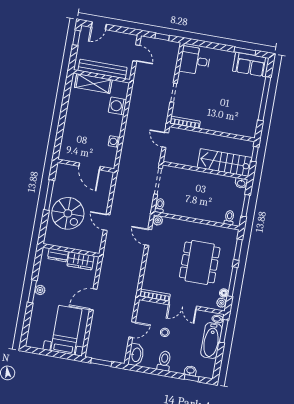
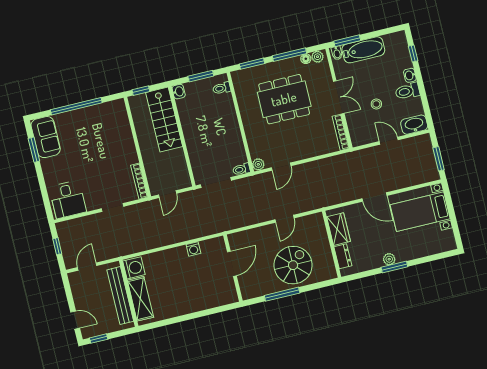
washing machine: (117, 106) -> (134, 268), moved, turned -90
washbasin: (190, 371) -> (410, 75), moved

